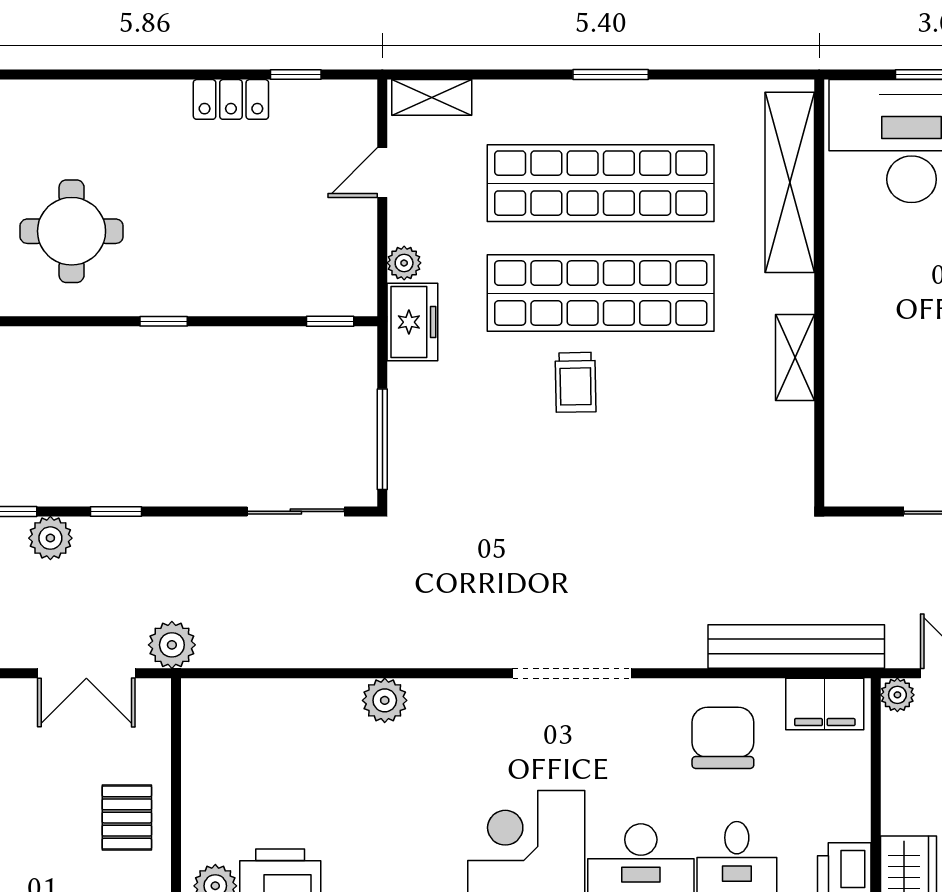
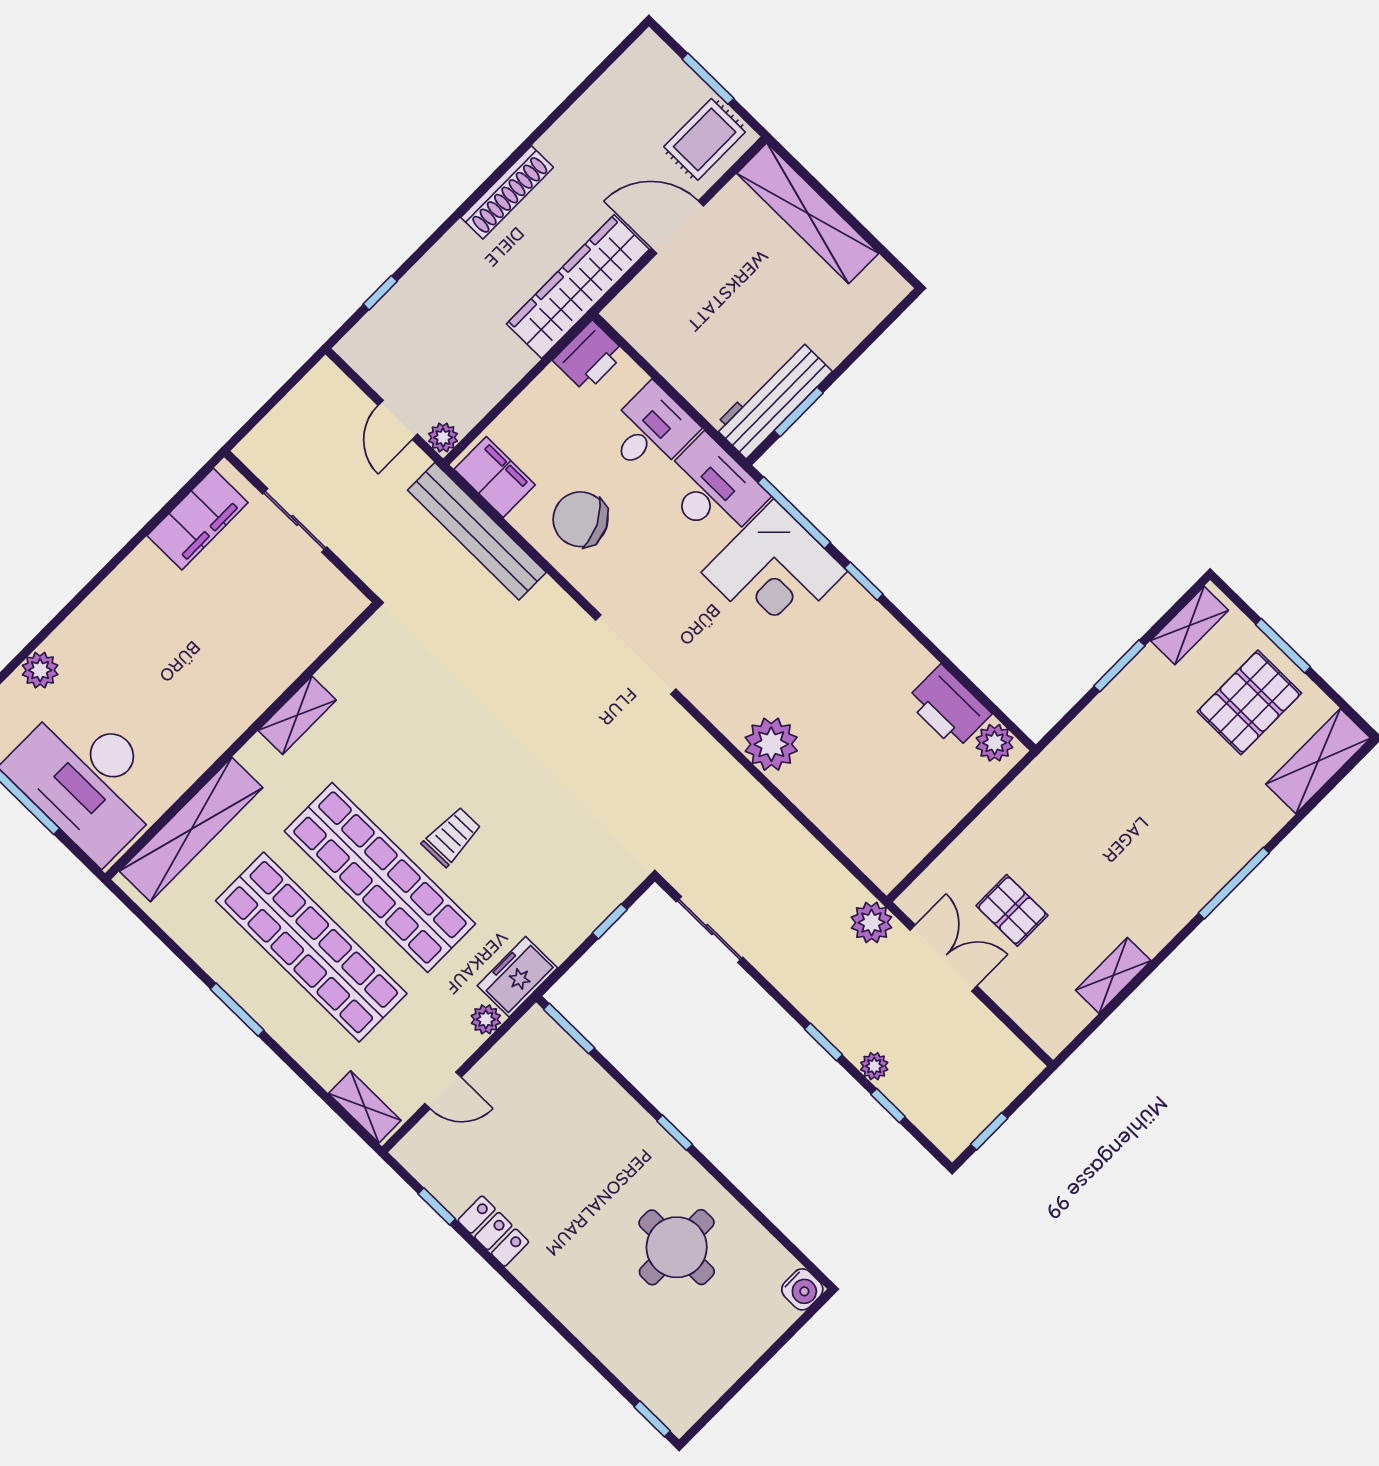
window: (330, 321) -> (569, 1029), width x1.50
window: (382, 439) -> (610, 921), width x0.46
plant: (50, 538) -> (874, 1066), width x0.73, depth x0.73
plant: (385, 700) -> (771, 744), width x1.36, depth x1.36
chair: (723, 738) -> (580, 519), turned 64
pallet: (127, 818) -> (1012, 910), moved, turned 90

